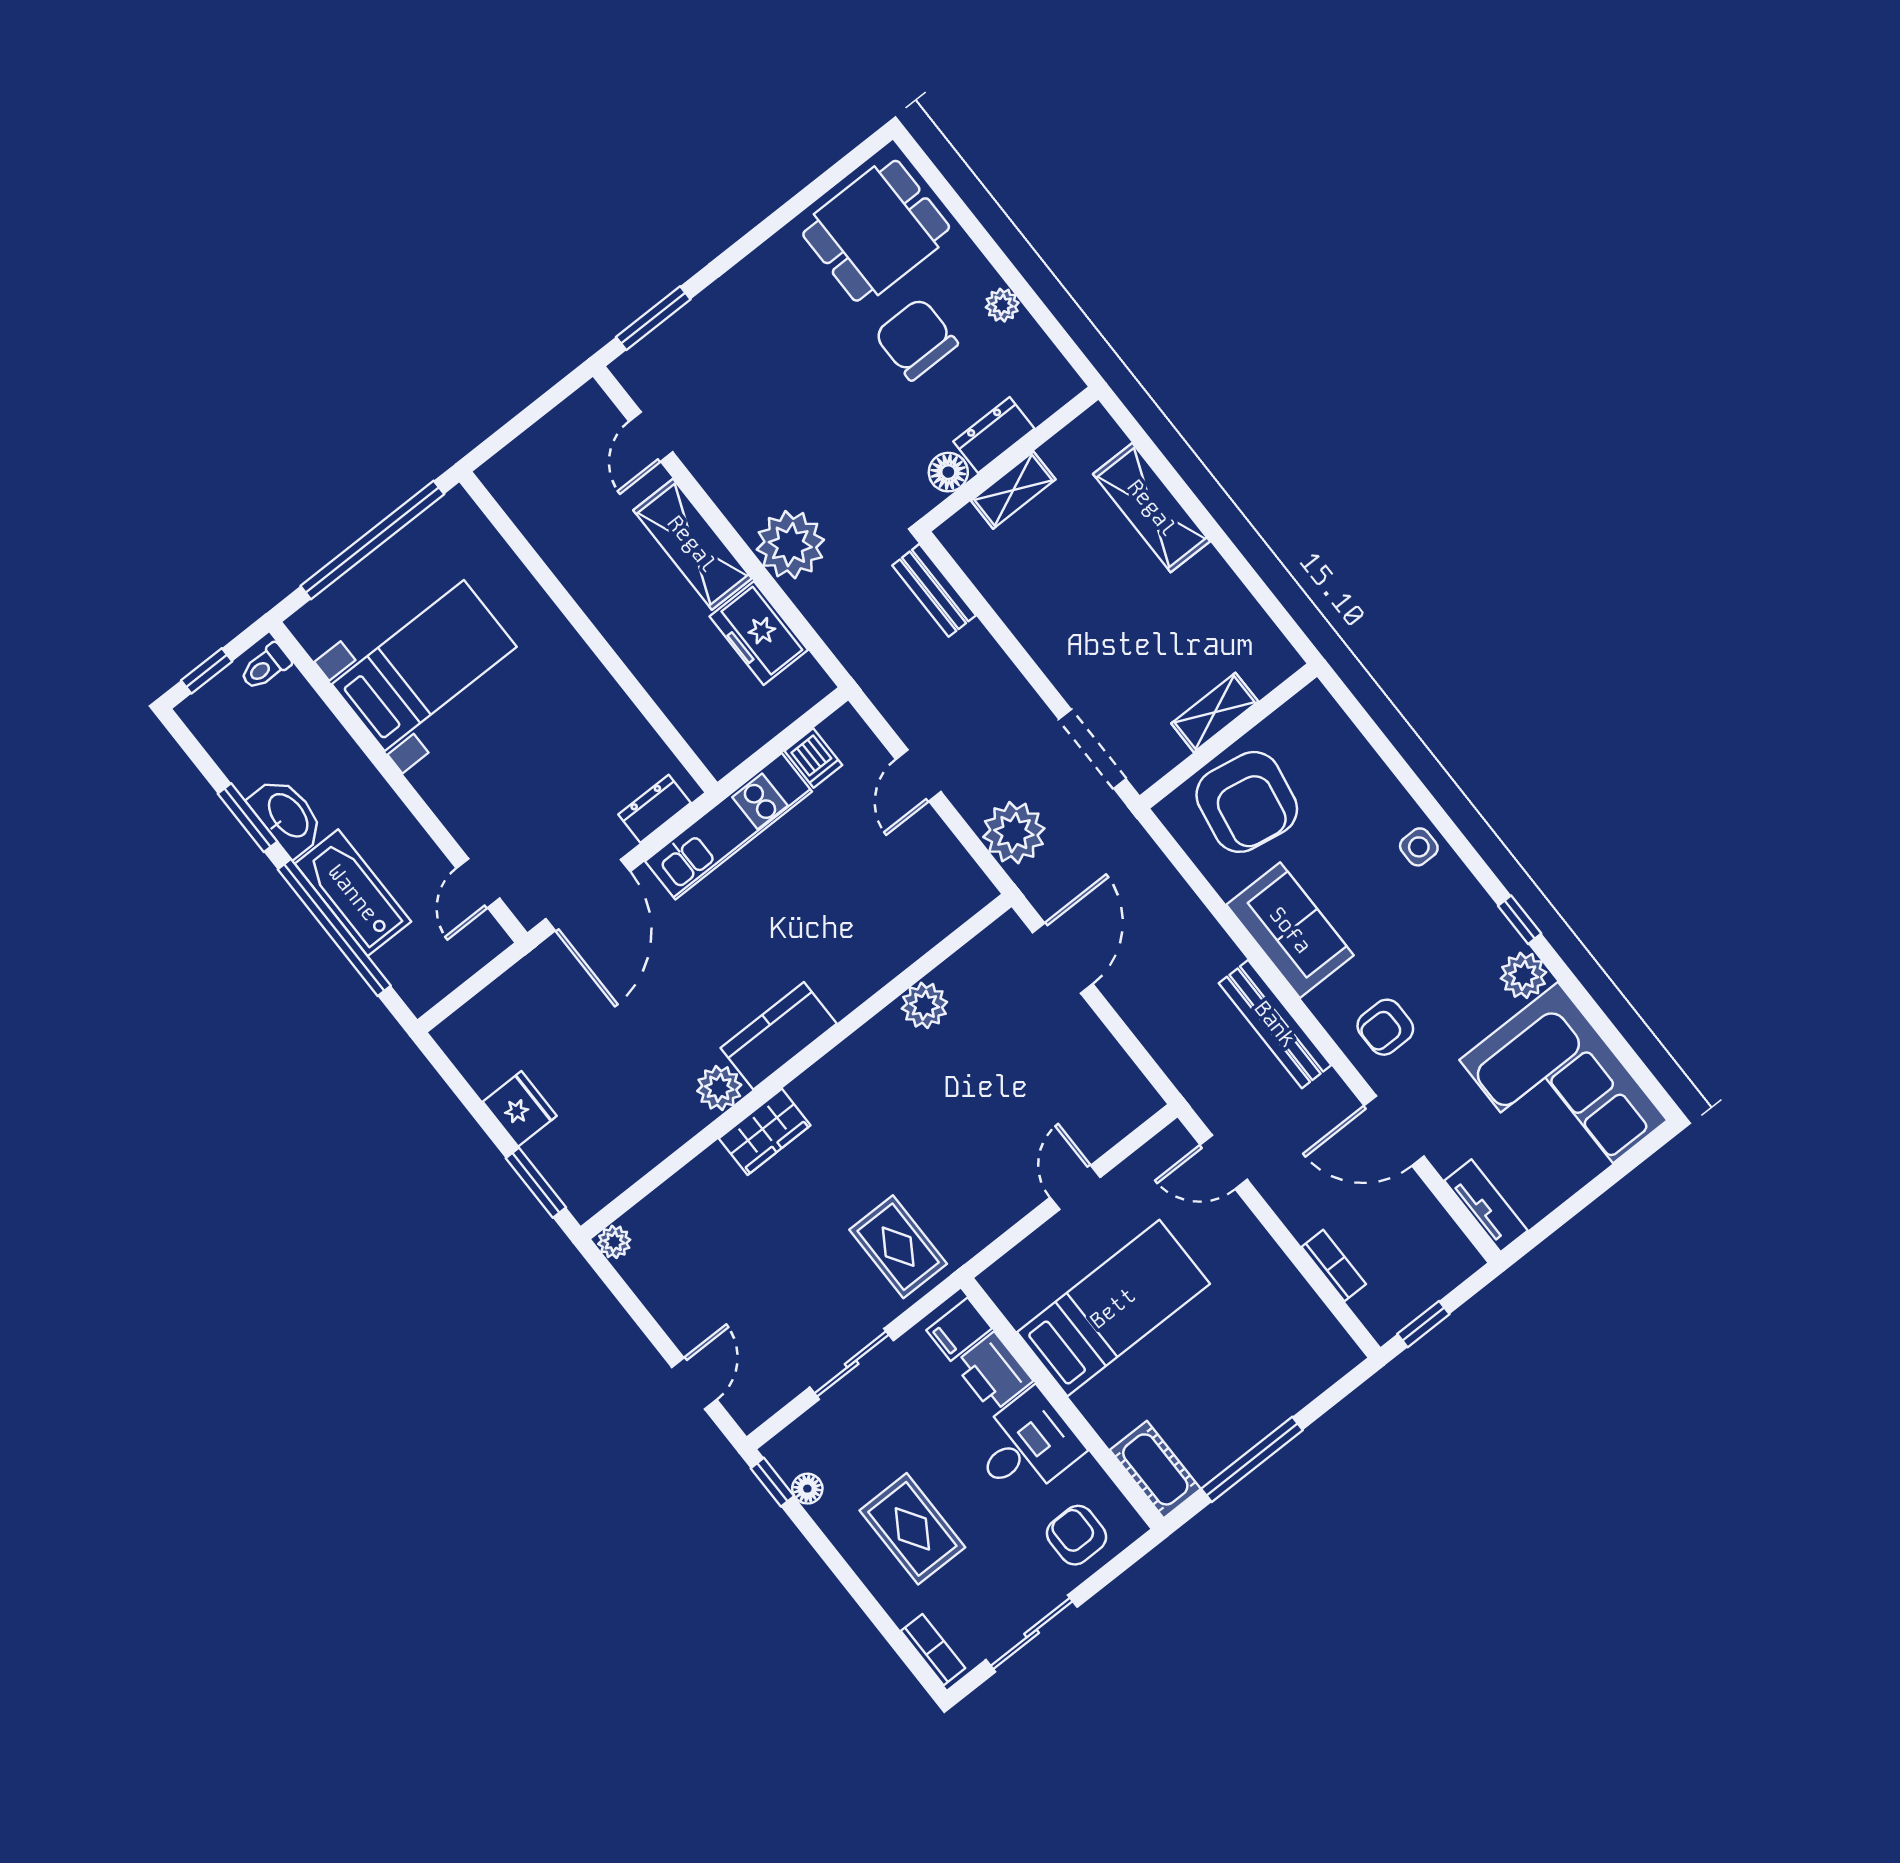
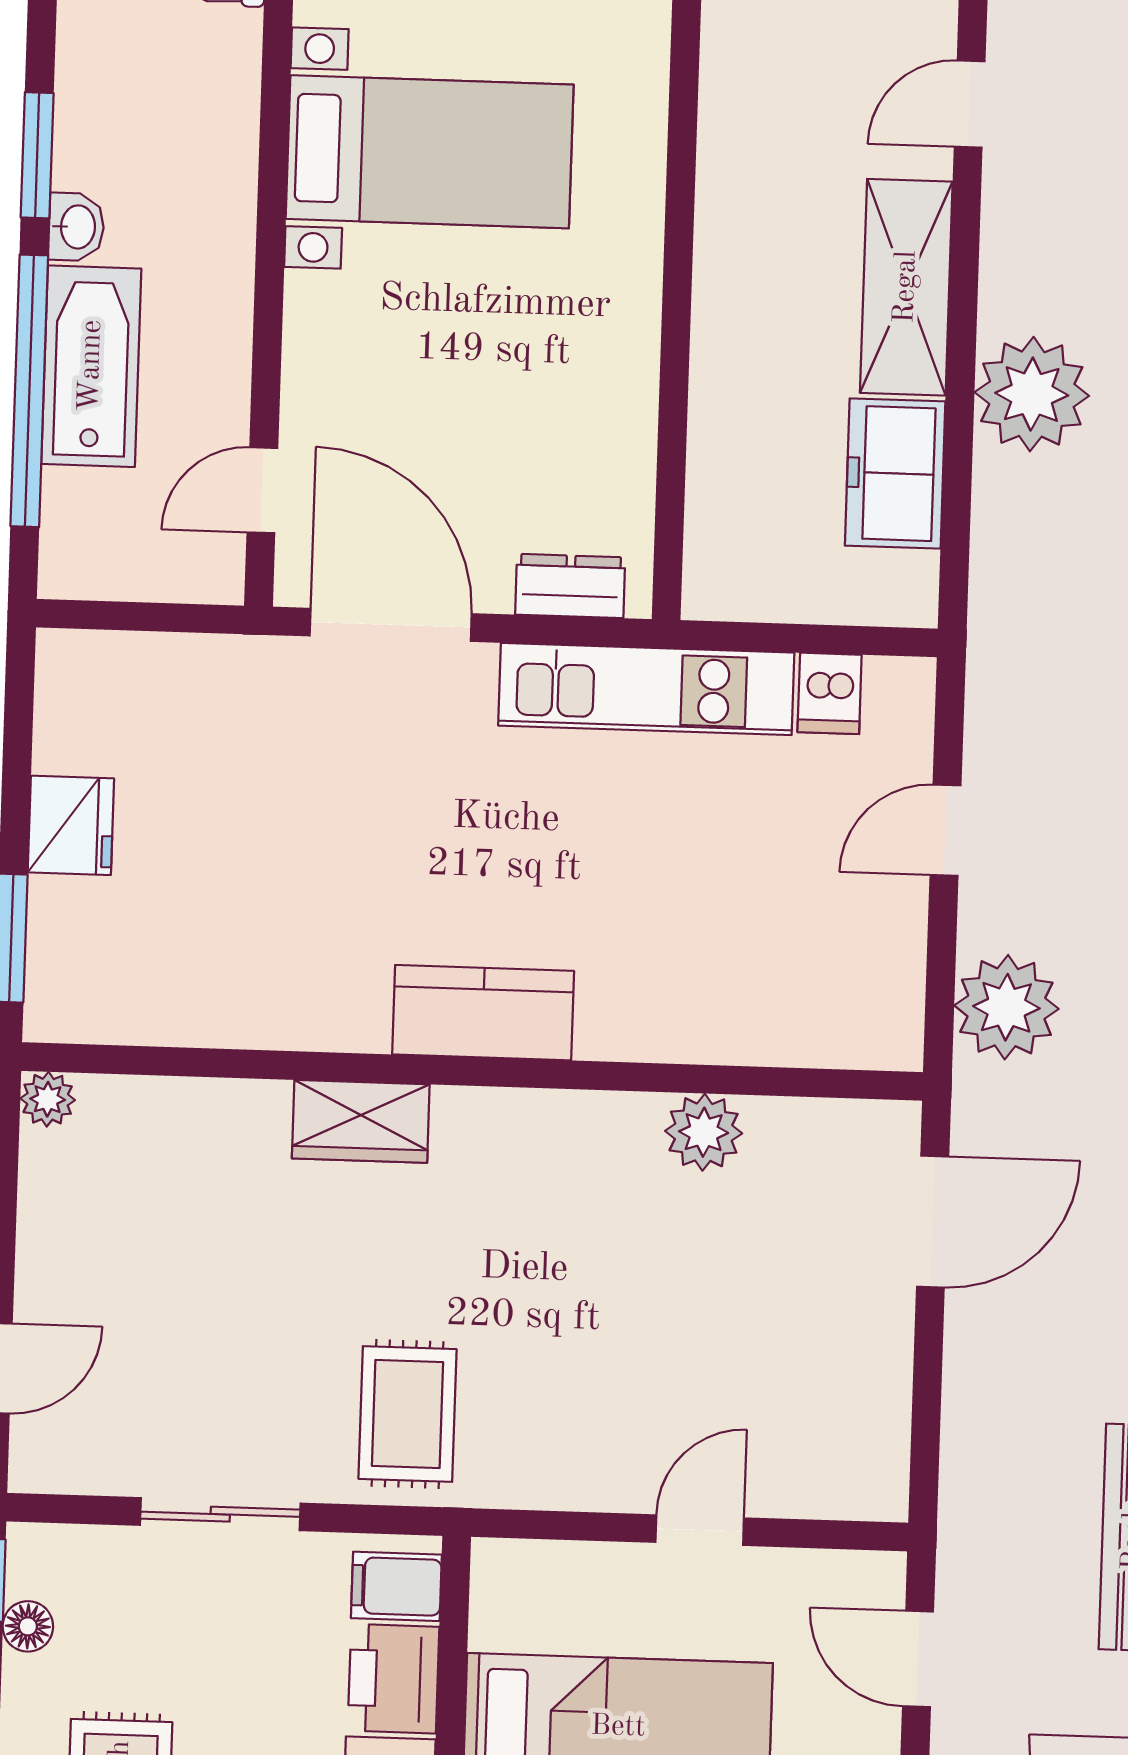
washbasin: (287, 816) -> (76, 227), width x0.52, depth x0.69
door: (588, 895) -> (391, 625), swing flipped
plant: (719, 1088) -> (350, 1015), removed

